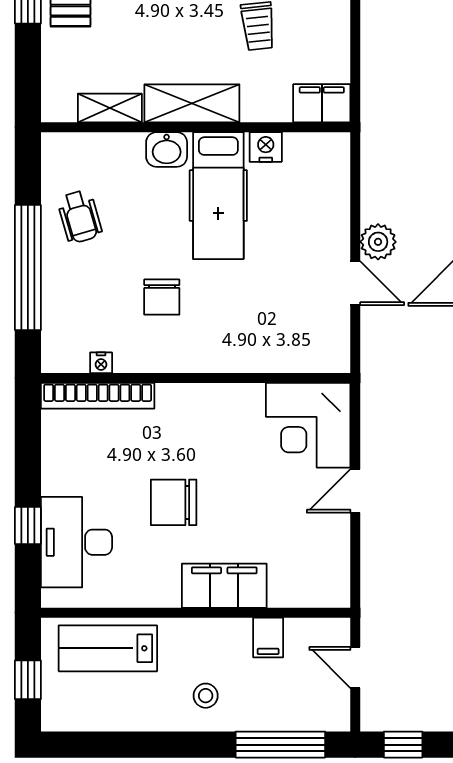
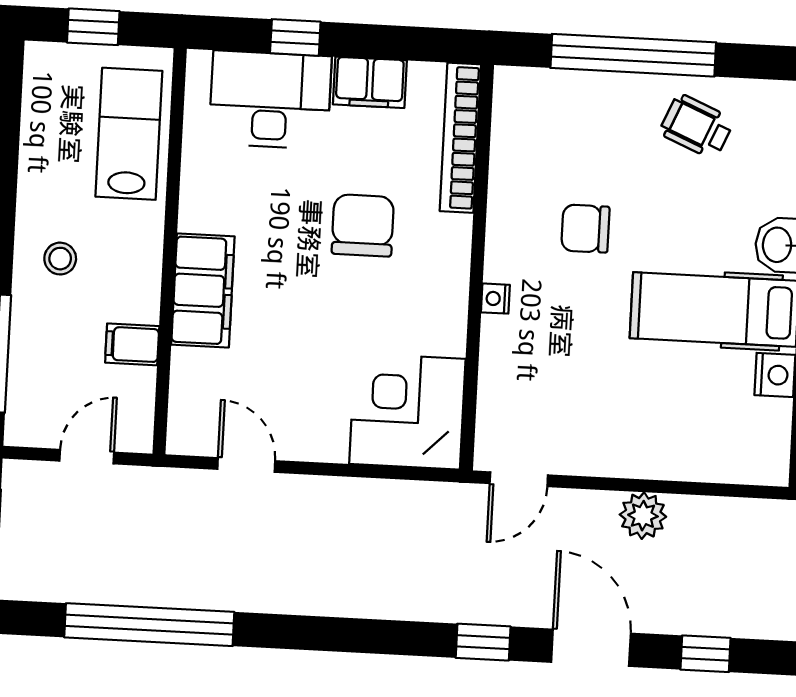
wheelchair: (80, 217) -> (697, 126), turned 39
door: (355, 283) -> (519, 479), moved
nightstand: (101, 363) -> (495, 299), moved
filing cabinet: (59, 467) -> (370, 82), added
door: (355, 491) -> (246, 465), moved
chair: (174, 502) -> (363, 225), moved

